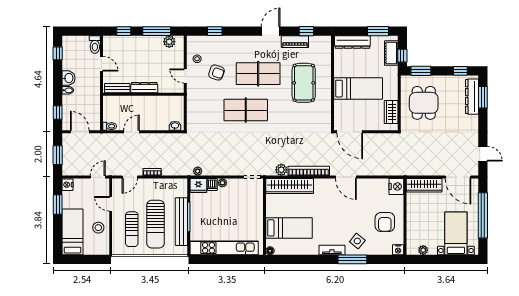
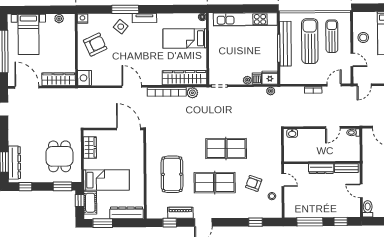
plant: (169, 42) -> (298, 212), removed
bed: (358, 89) -> (106, 180), moved, turned 180
armchair: (385, 222) -> (95, 45), turned 65

